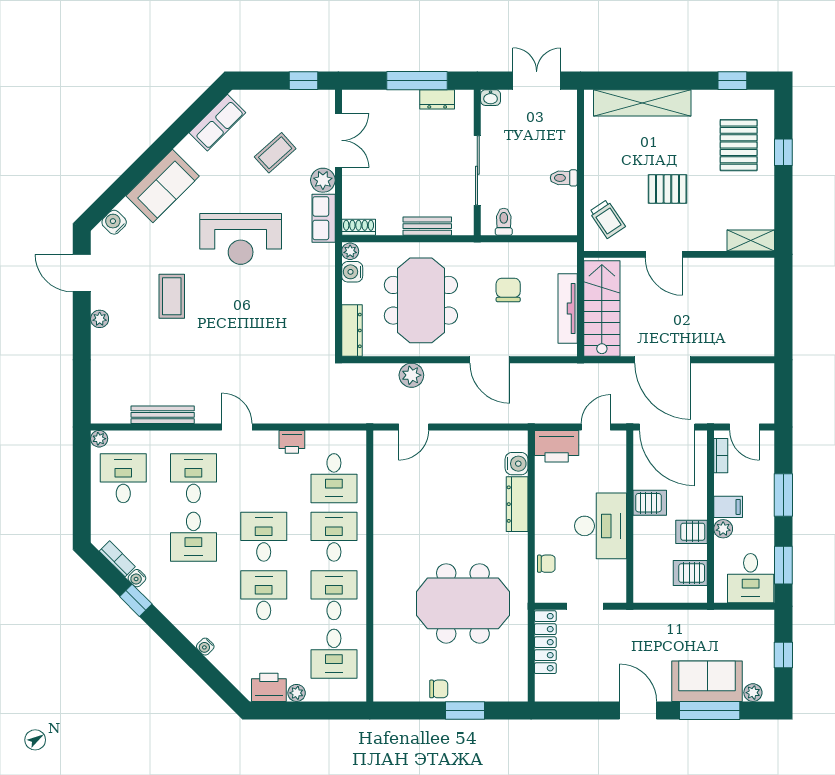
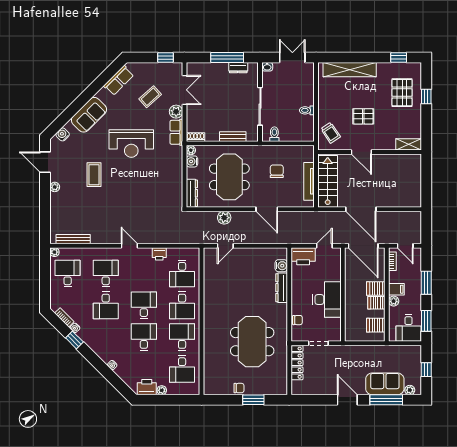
bench: (163, 415) -> (73, 239), moved
server rack: (650, 503) -> (376, 289), moved, turned 180
desk: (334, 537) -> (182, 305), turned 180
meeting table: (463, 603) -> (252, 342), turned 90

